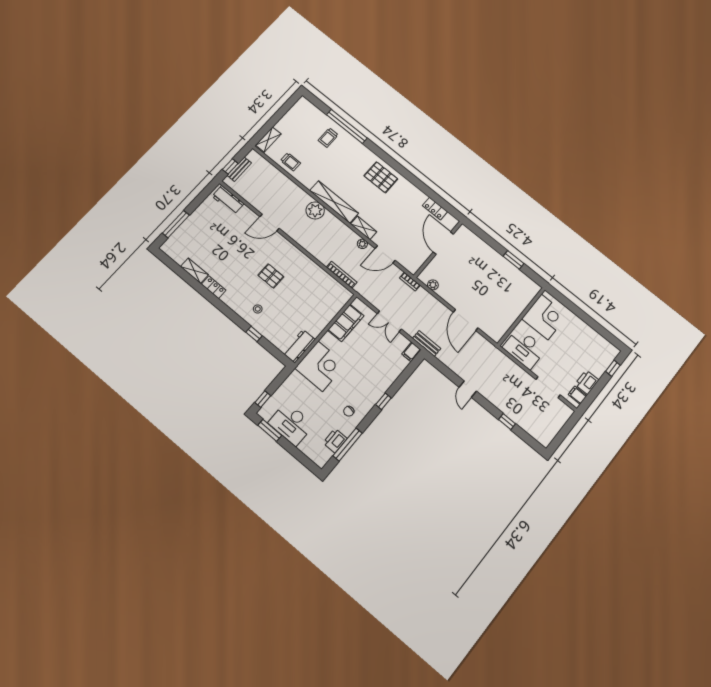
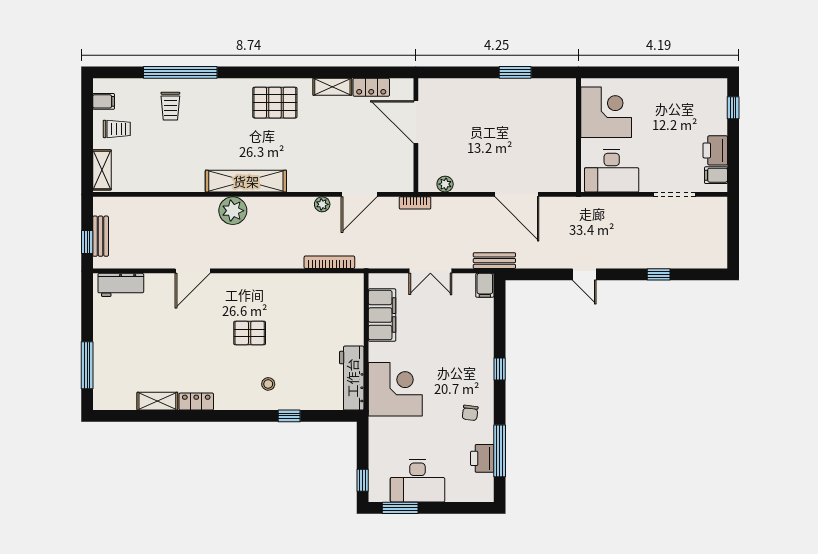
filing cabinet: (298, 110) -> (104, 101), added
trolley: (290, 162) -> (117, 129), moved
shelving: (364, 228) -> (332, 87), moved
workbench: (299, 346) -> (352, 378), width x1.38

